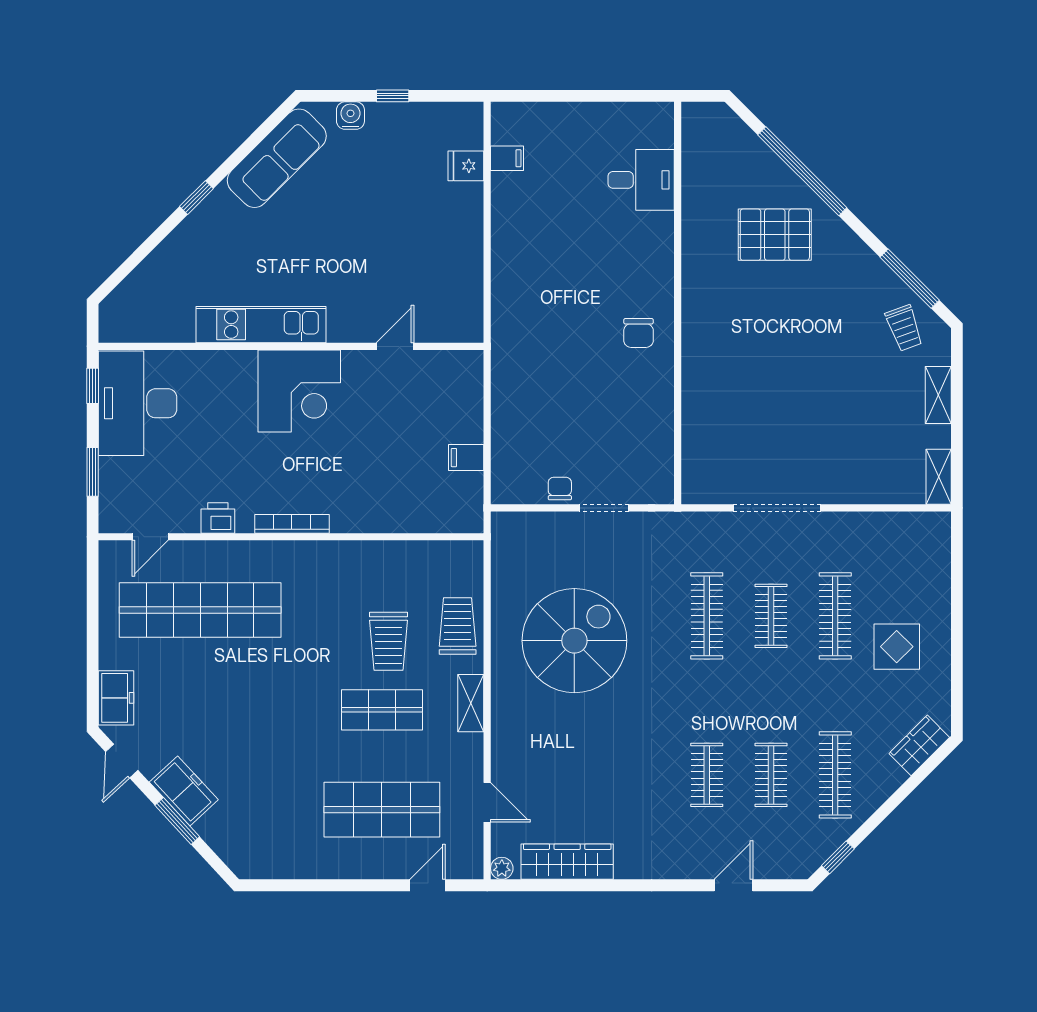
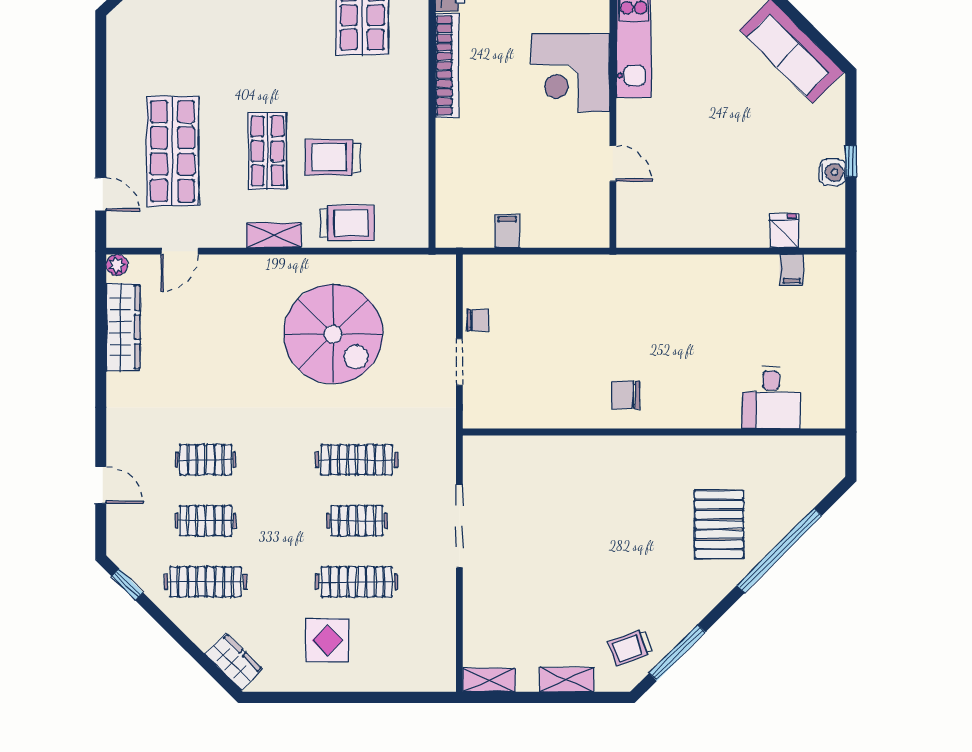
water cooler: (350, 116) -> (832, 172), moved
bookcase: (292, 524) -> (447, 65), width x1.48, depth x1.31

